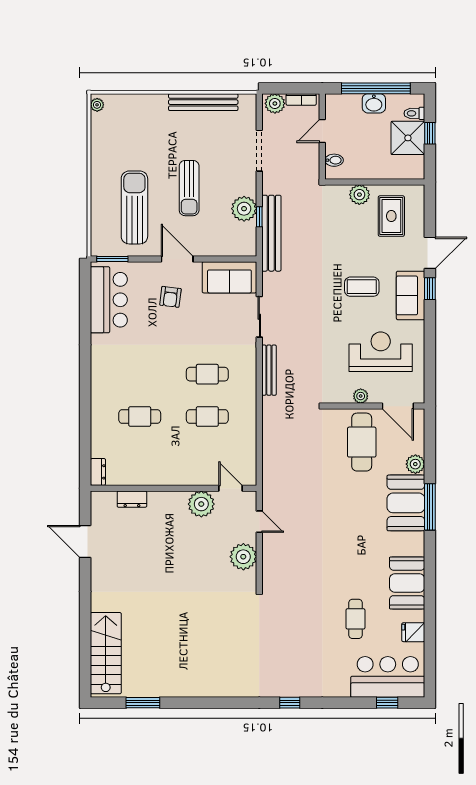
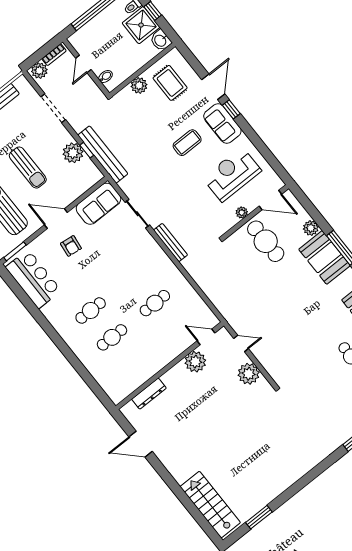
washbasin: (374, 103) -> (161, 40), moved, turned 90
cafe table: (207, 374) -> (91, 310), moved
dresser: (98, 472) -> (114, 394), removed
dresser: (132, 499) -> (149, 394), width x1.44

